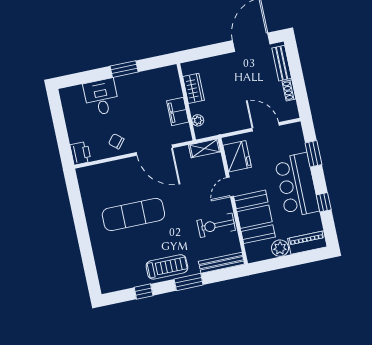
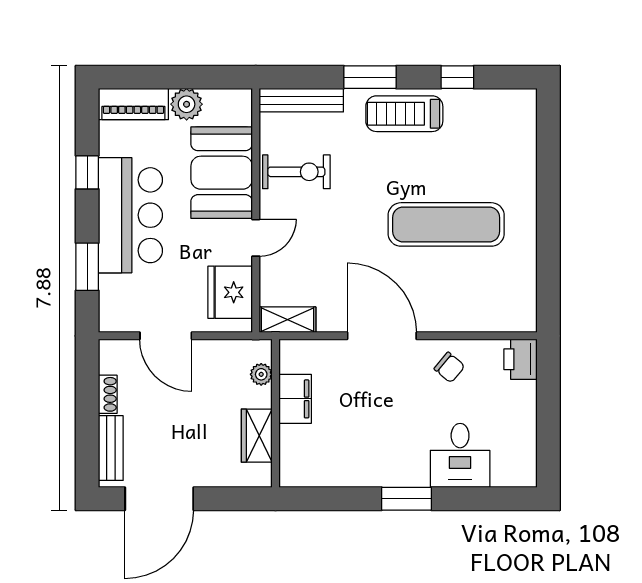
wardrobe: (193, 88) -> (257, 436), moved
wall: (186, 102) -> (275, 413), moved
filing cabinet: (178, 111) -> (295, 399), moved
plant: (198, 120) -> (261, 374), moved

